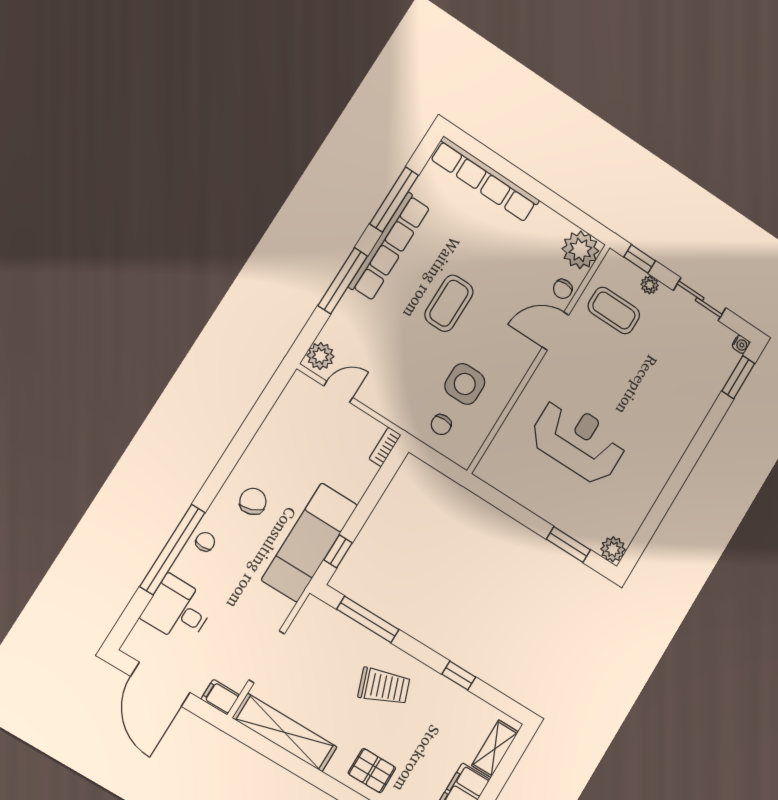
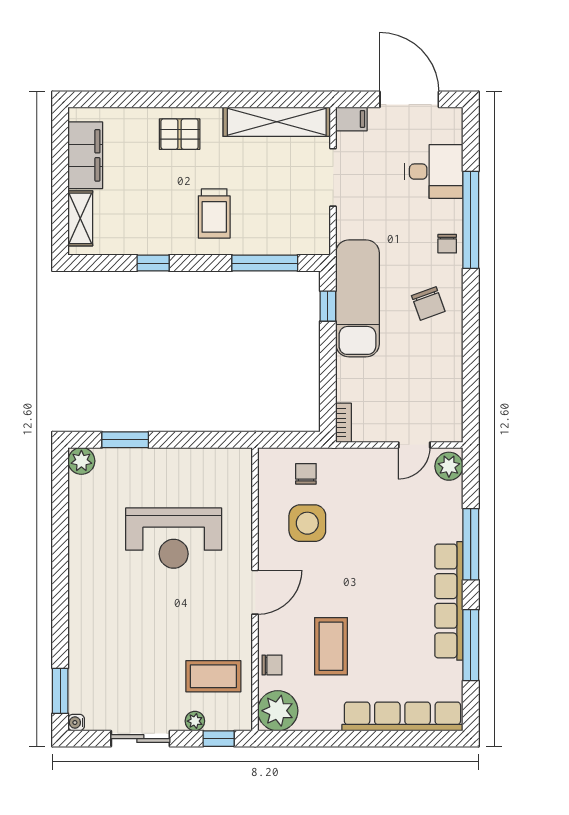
chair: (563, 289) -> (272, 665), turned 90
coffee table: (449, 303) -> (331, 646), moved
door: (556, 331) -> (255, 592), moved
trolley: (384, 686) -> (214, 213), turned -70

